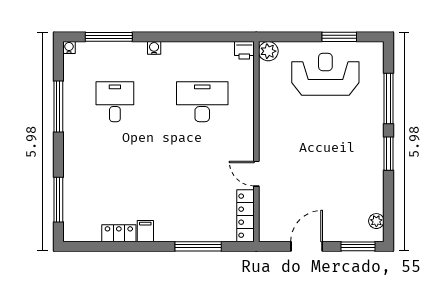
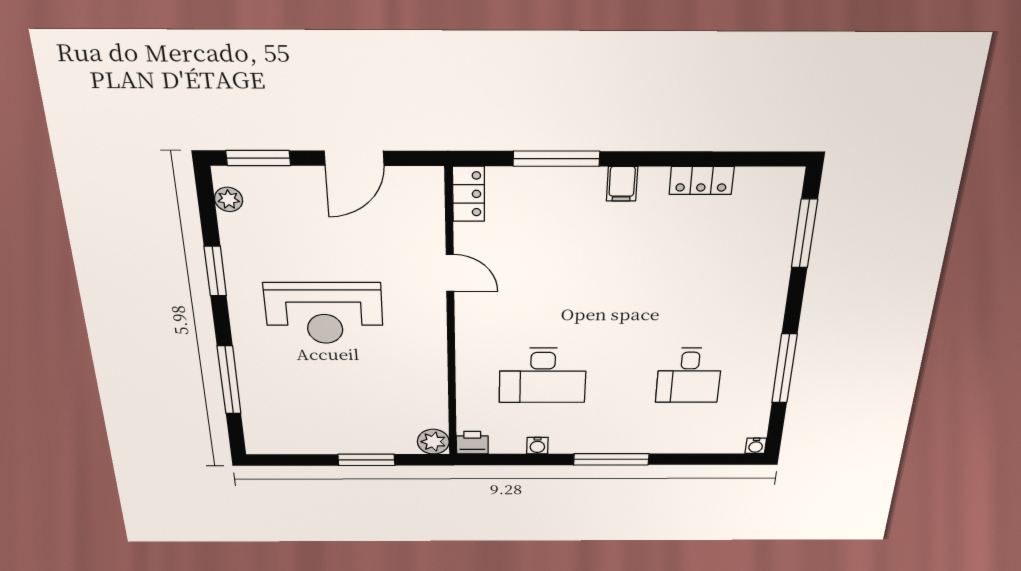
window: (109, 37) -> (611, 459), moved
window: (339, 37) -> (366, 460), moved
water cooler: (154, 48) -> (537, 446), moved
reception desk: (325, 74) -> (324, 313), moved
window: (388, 154) -> (215, 271), moved
locker: (245, 216) -> (469, 194), width x0.66
filing cabinet: (145, 231) -> (622, 184), moved

